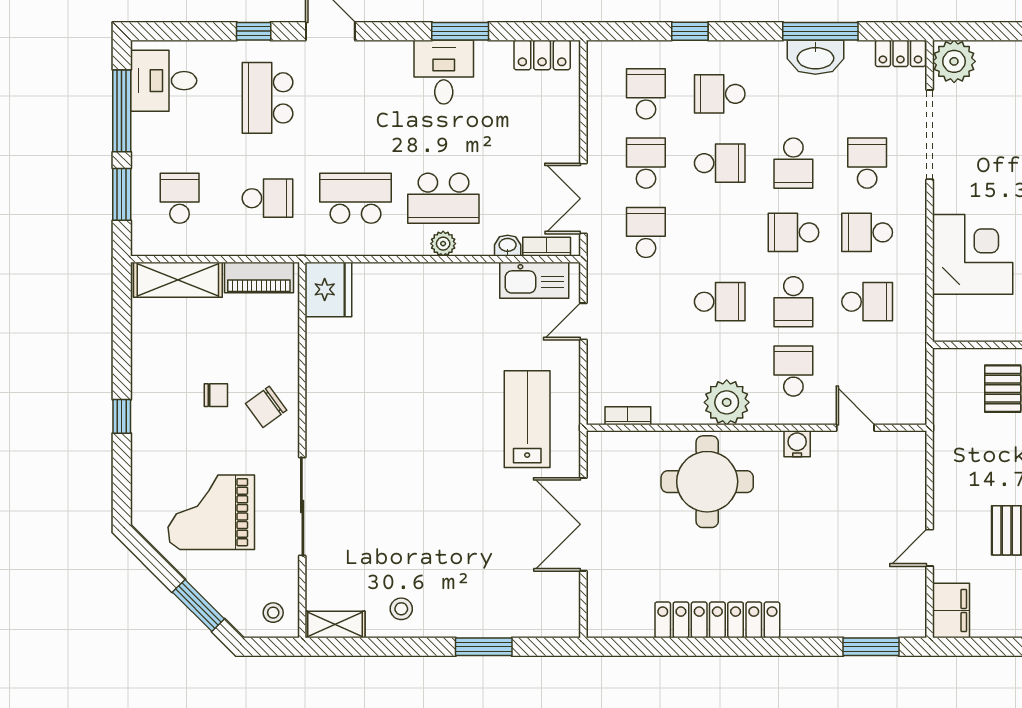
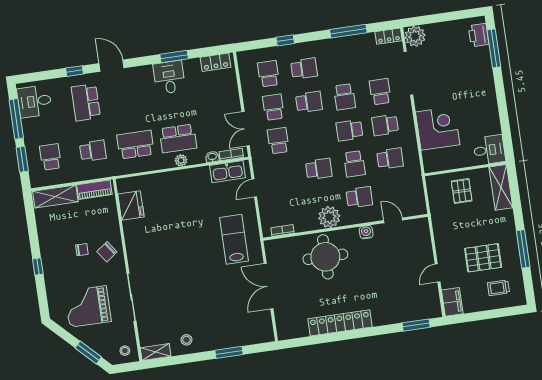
washbasin: (815, 57) -> (348, 44), removed
school desk: (720, 94) -> (304, 69), turned 180
fridge: (328, 289) -> (131, 205), moved
school desk: (793, 371) -> (359, 197), turned 90

